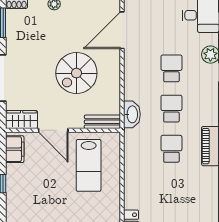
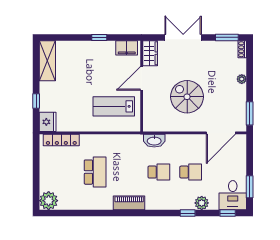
door: (122, 30) -> (221, 133), swing flipped
bench: (102, 122) -> (148, 117), removed
school desk: (171, 149) -> (95, 172), moved, width x1.85

